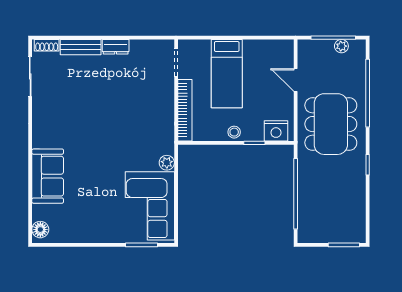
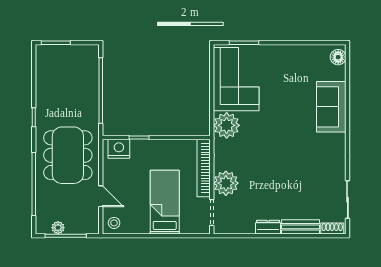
plant: (161, 94) -> (226, 183), added
stool: (234, 132) -> (114, 223), moved
plant: (167, 163) -> (227, 125), width x1.87, depth x1.87

